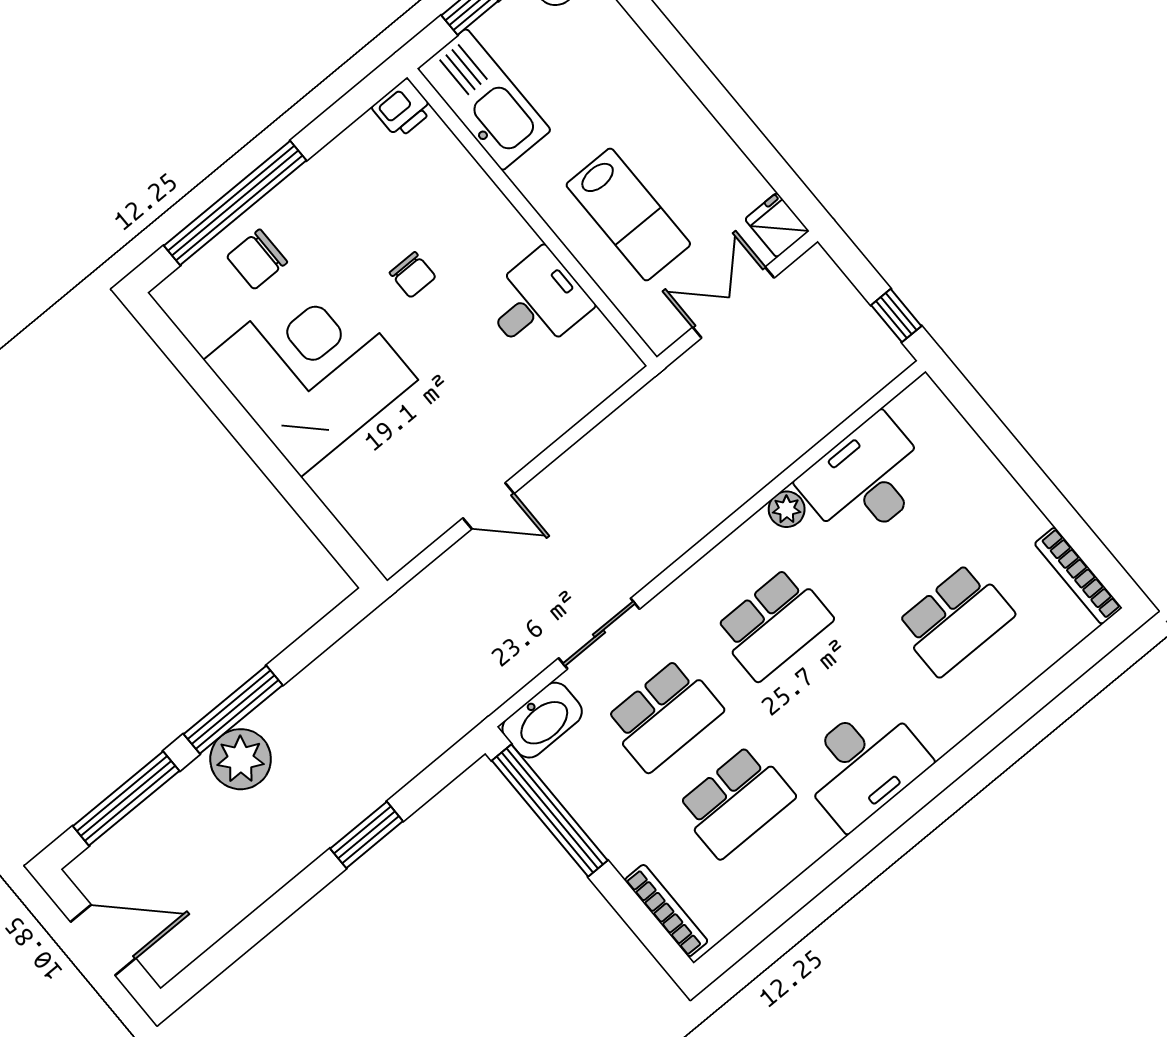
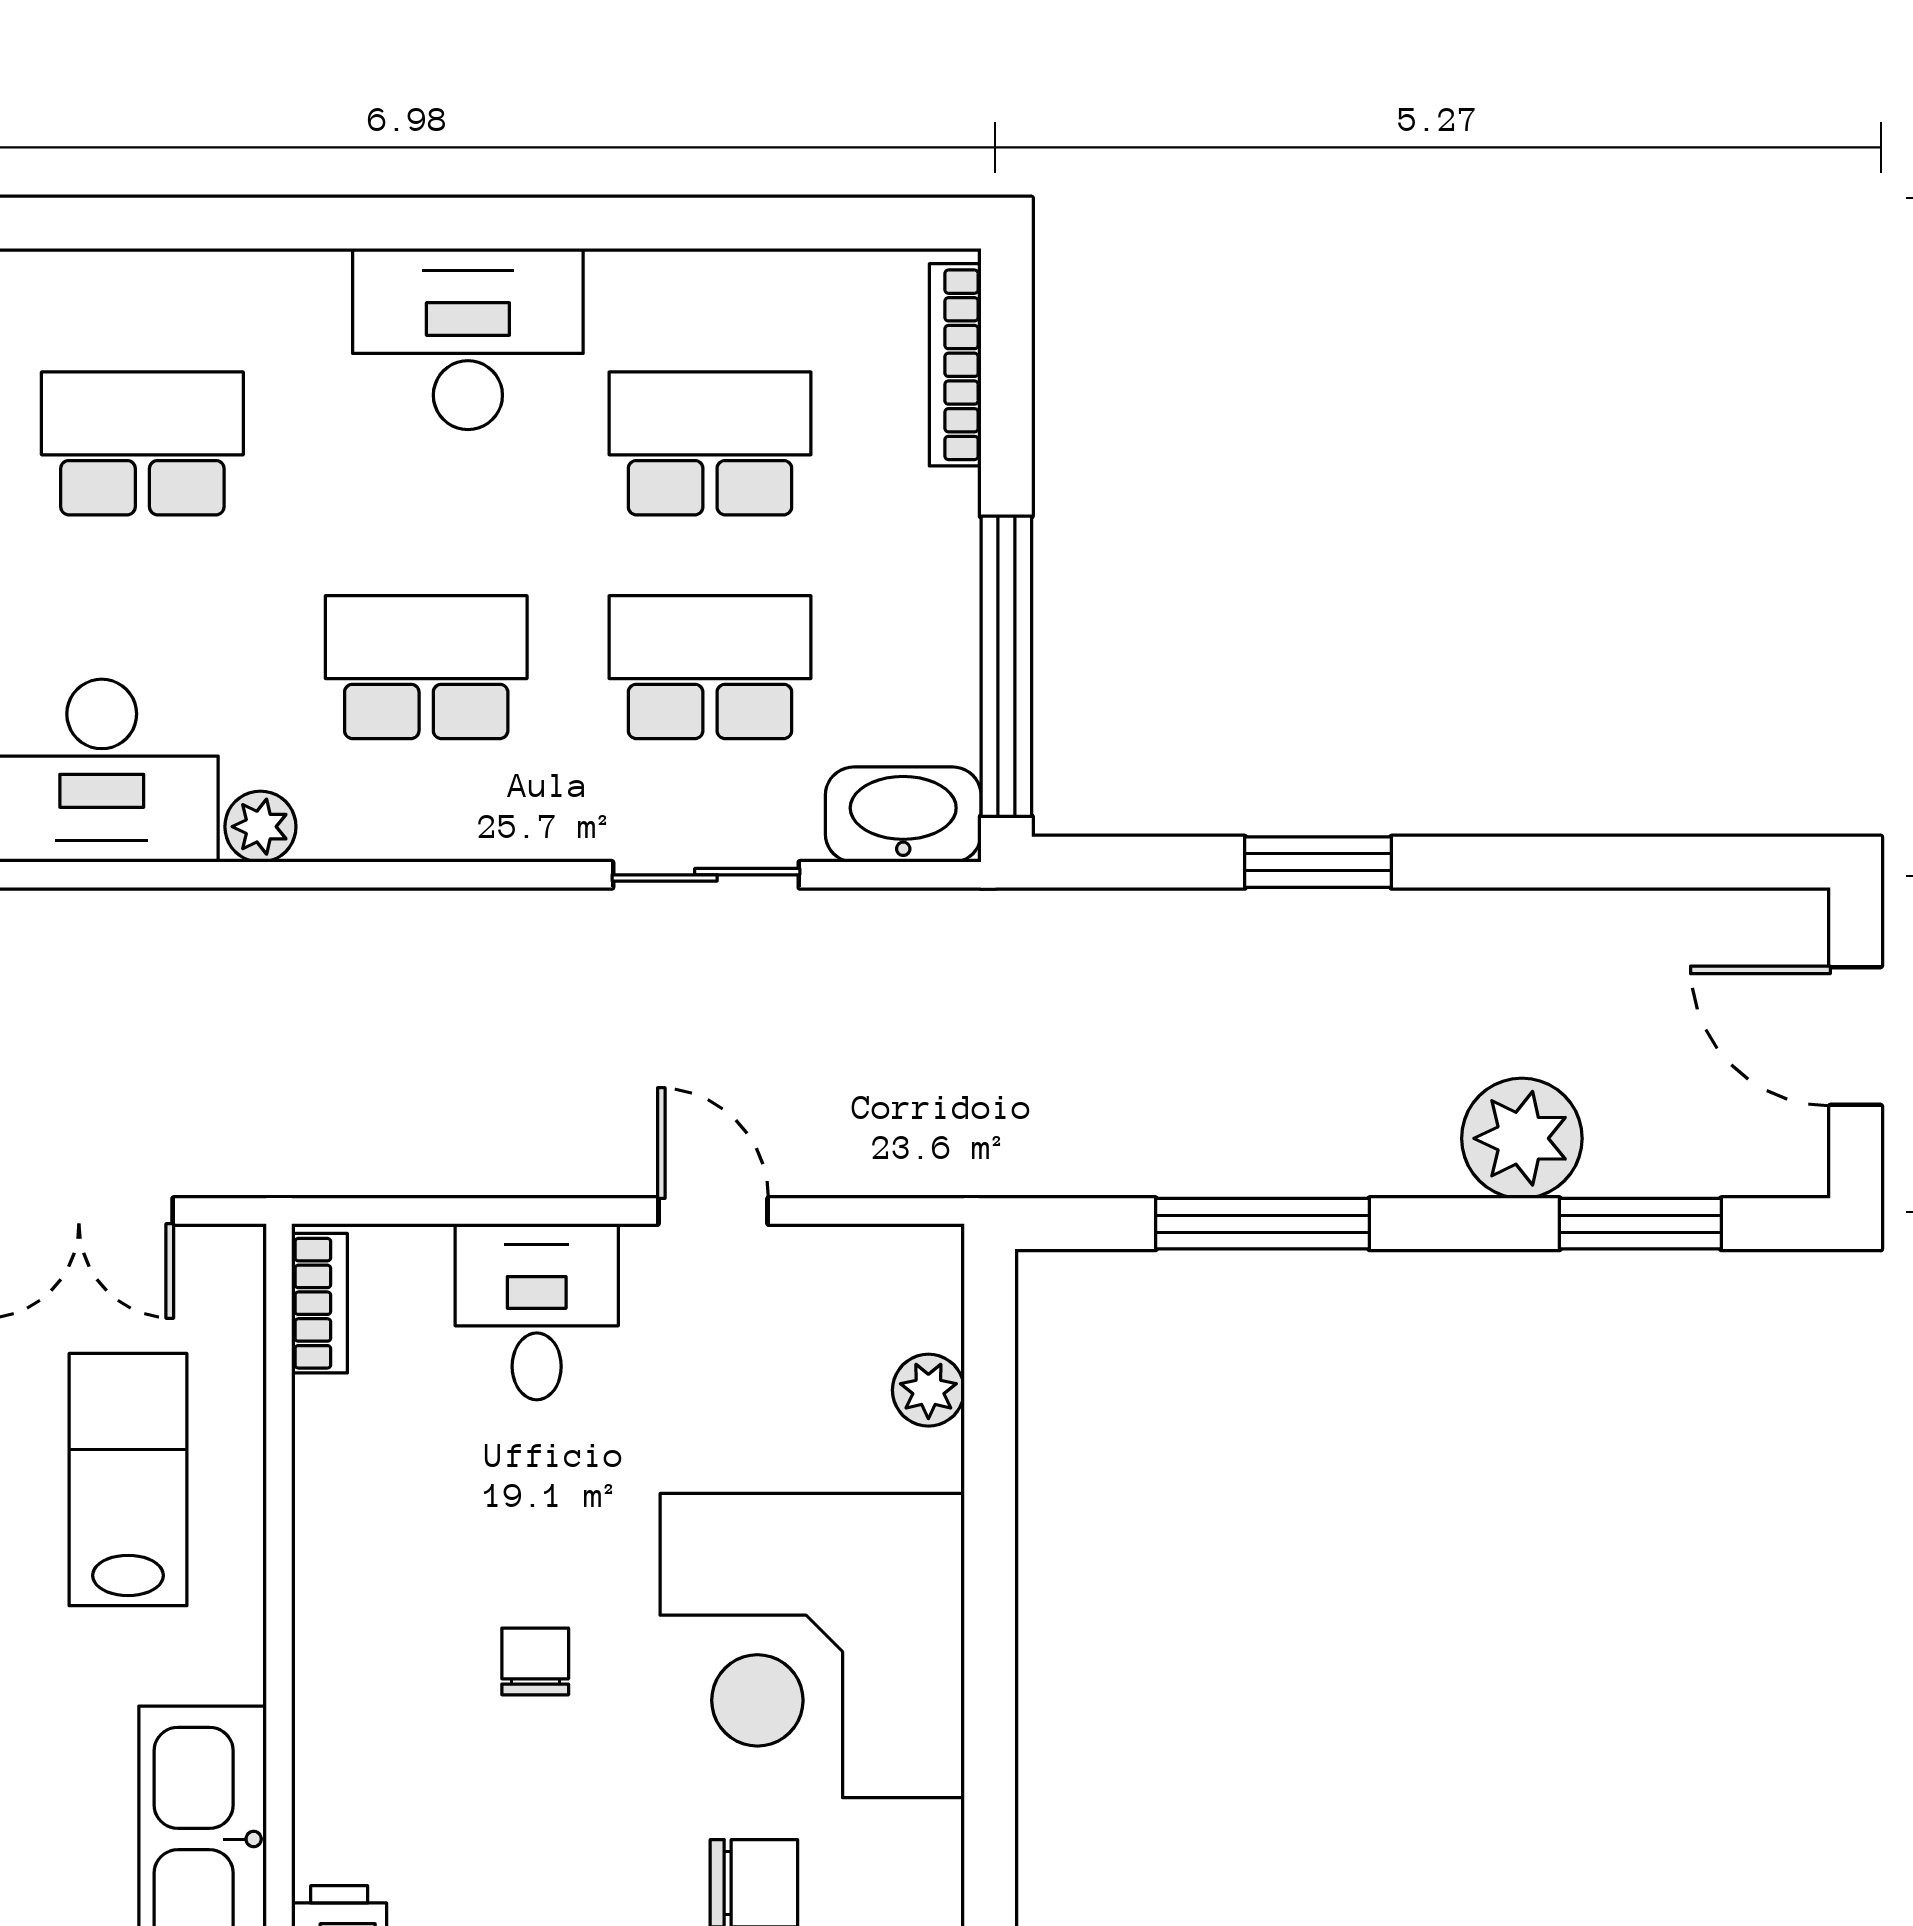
desk: (537, 302) -> (537, 1312), moved, turned 90
bookcase: (611, 344) -> (320, 1303), added
plant: (348, 506) -> (928, 1390), added
window: (233, 710) -> (1263, 1224), moved
plant: (241, 759) -> (1522, 1138), moved
window: (126, 799) -> (1640, 1224), width x0.69

